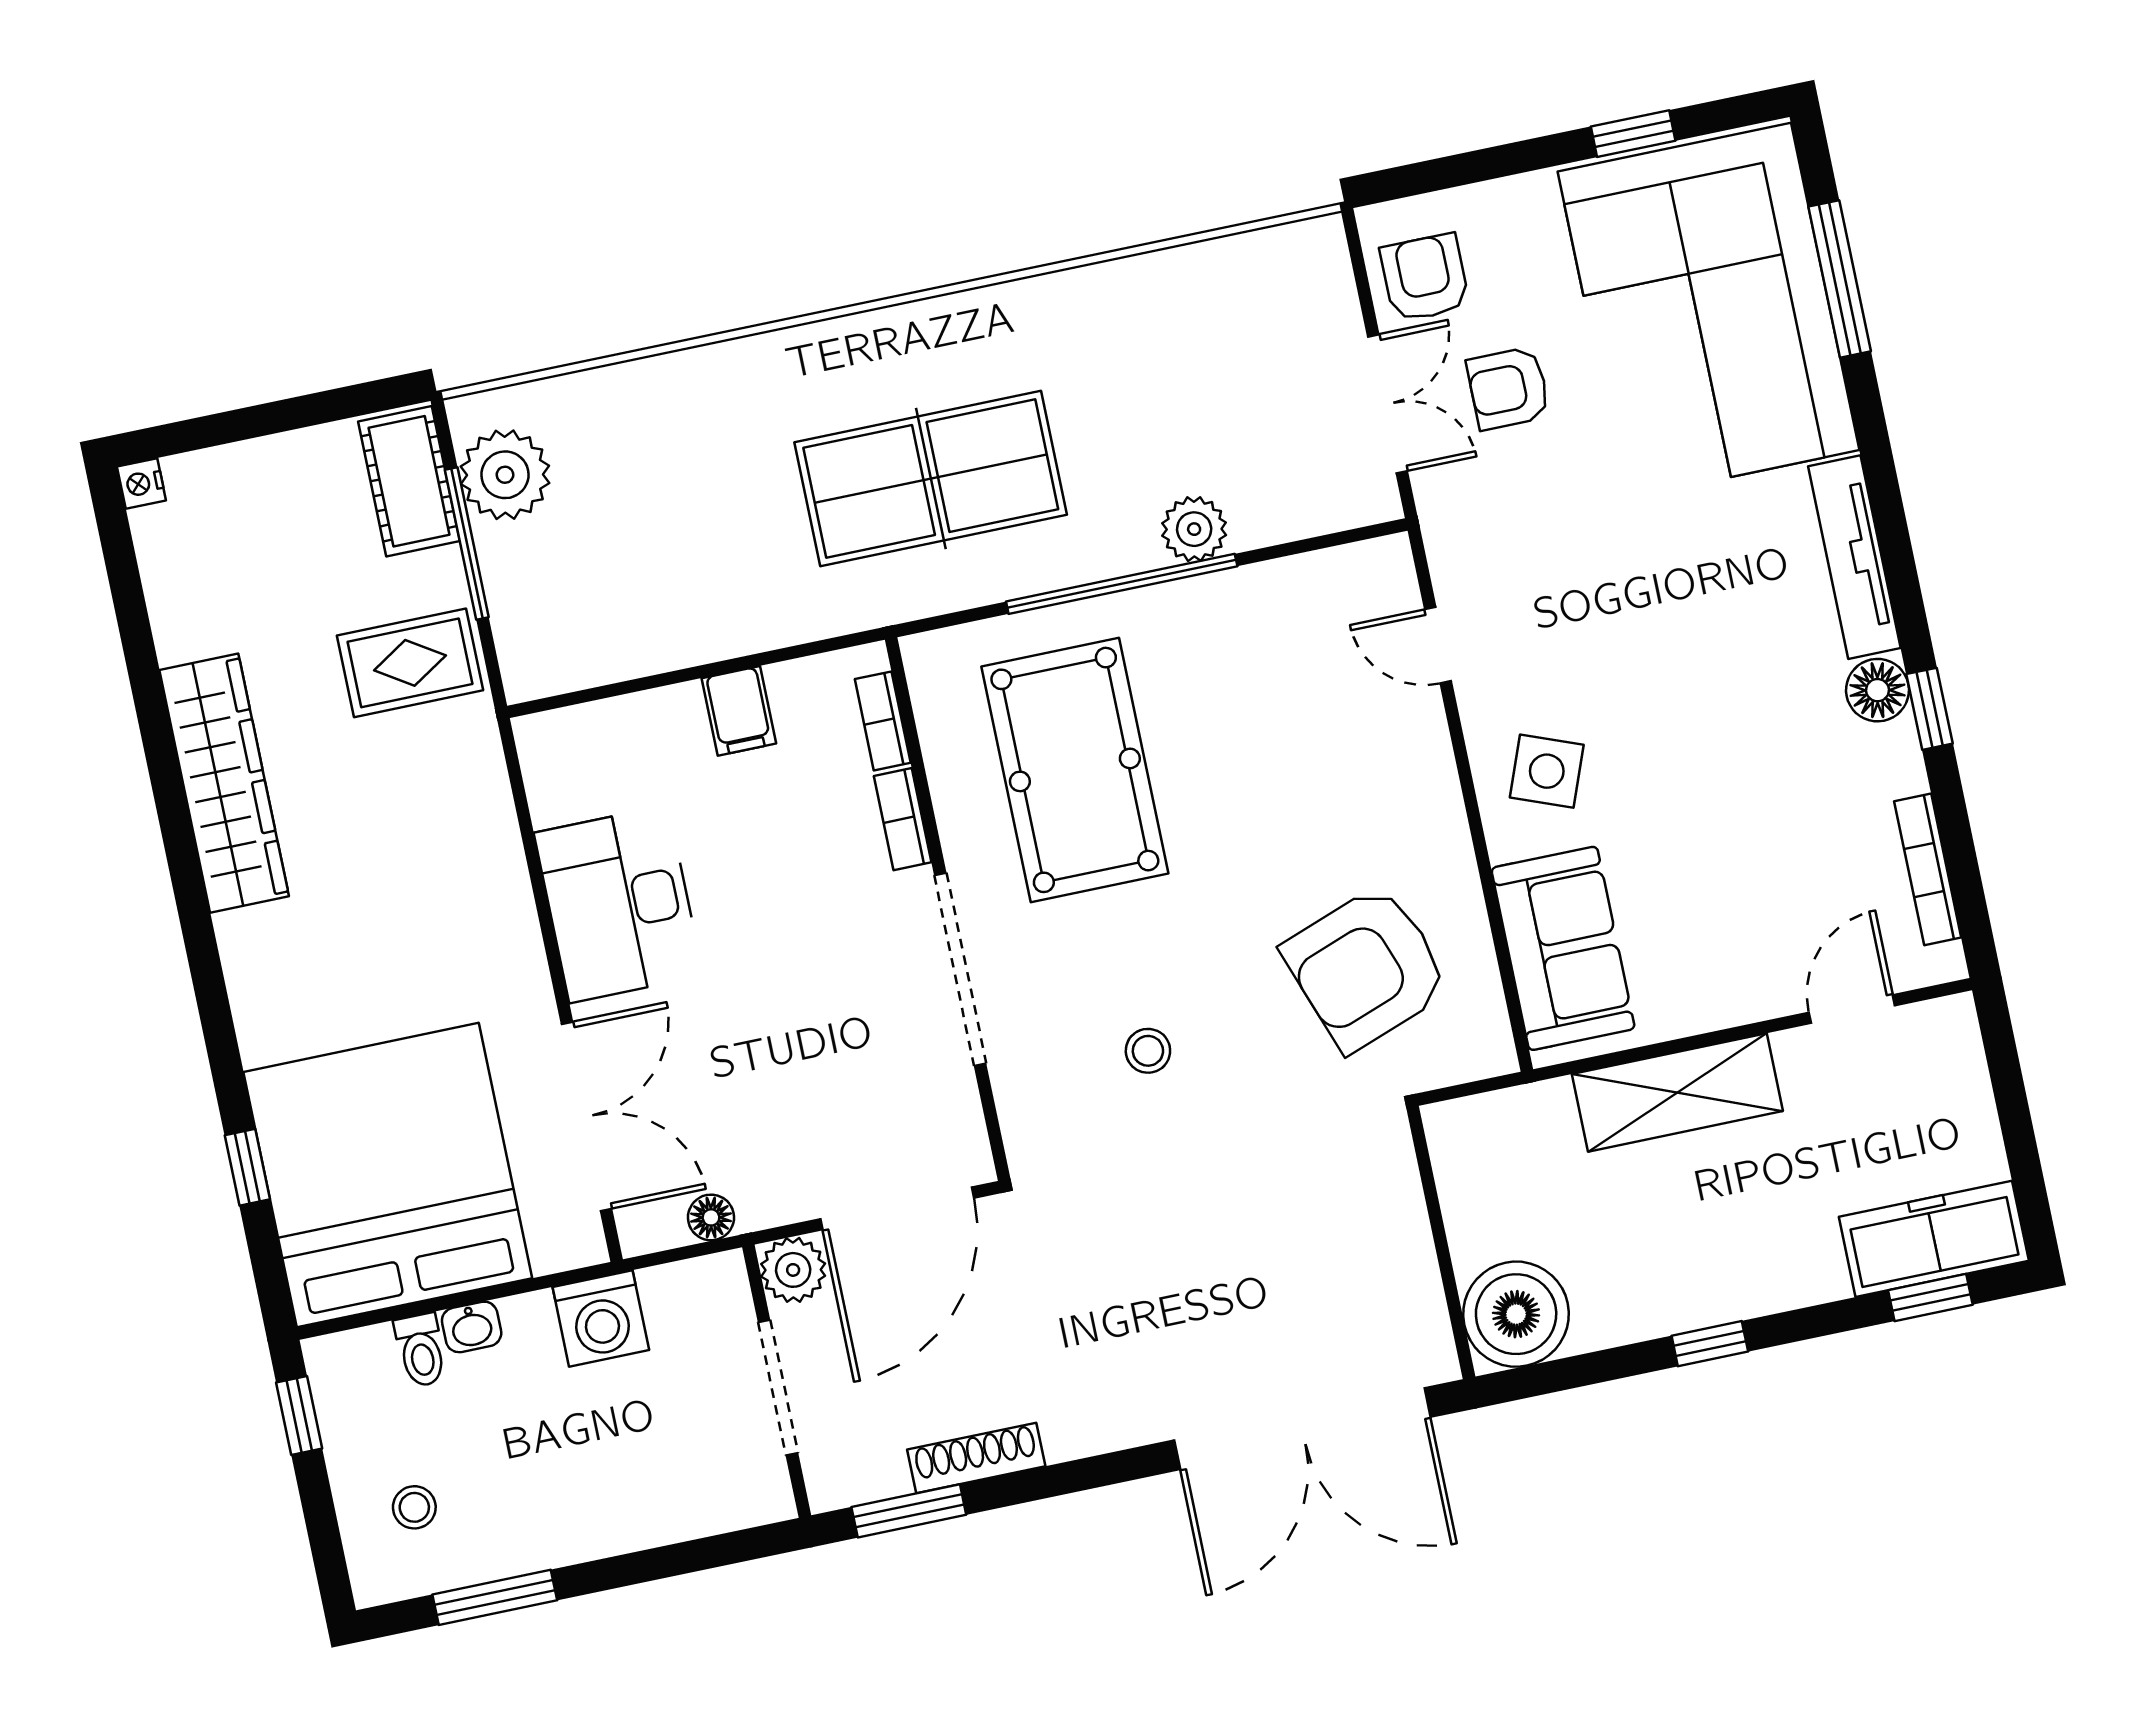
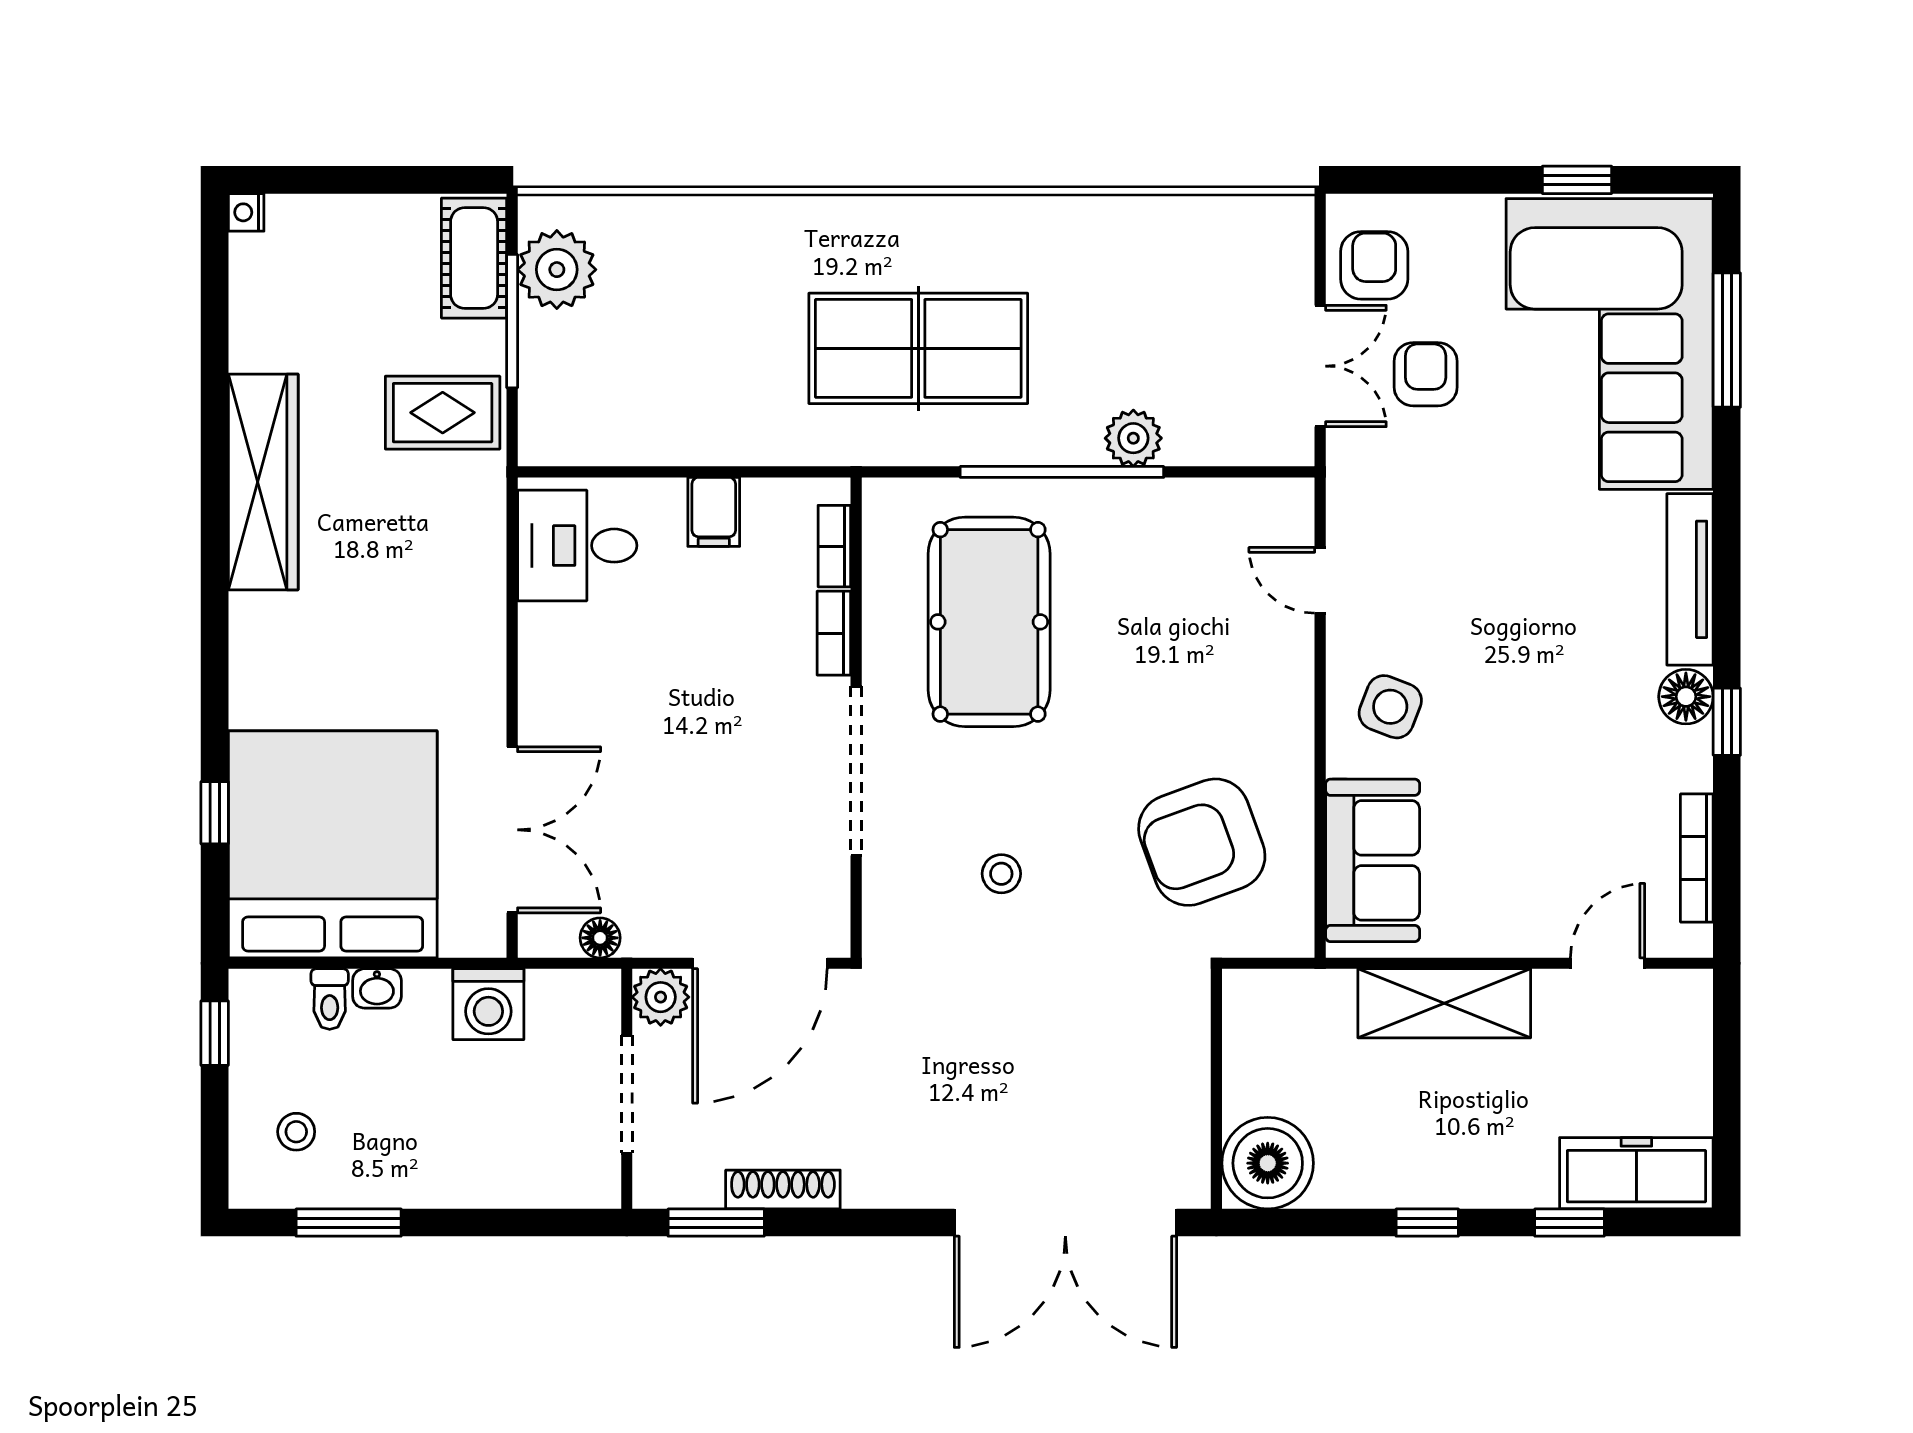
armchair: (1508, 388) -> (1426, 374), turned 90
desk: (619, 904) -> (577, 546), moved, width x0.73
window: (1930, 1297) -> (1569, 1223), moved

